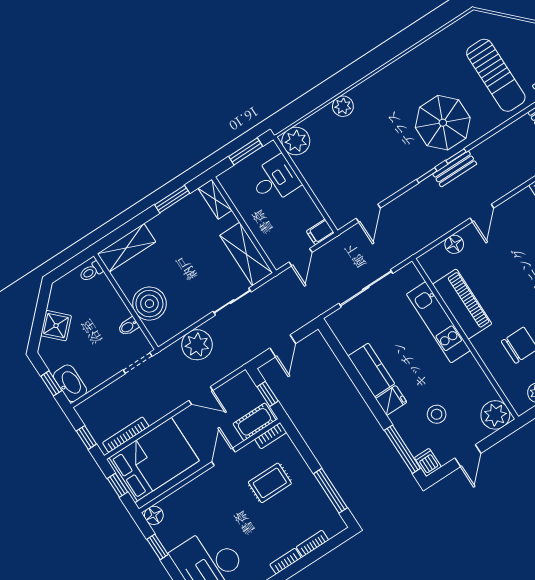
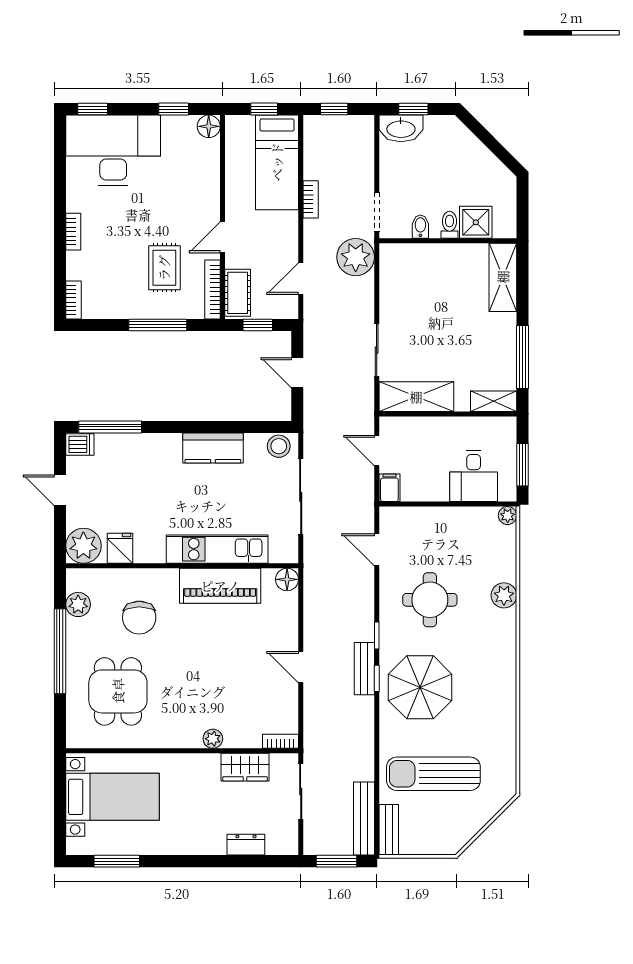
plant: (296, 141) -> (508, 516), width x0.53, depth x0.53
round table: (379, 155) -> (430, 600), added
window: (172, 199) -> (523, 357), width x1.44
floor lamp: (454, 244) -> (287, 579), moved
toilet: (91, 272) -> (449, 225), moved
boiler: (149, 304) -> (430, 264), removed
shower: (56, 326) -> (476, 222), moved, turned 45
plant: (197, 345) -> (356, 257), moved
door: (201, 396) -> (301, 279), moved
fridge: (391, 400) -> (120, 548), moved, turned 180
stool: (437, 414) -> (279, 446), moved
bookcase: (126, 435) -> (311, 199), moved, width x0.64
bookcase: (271, 436) -> (213, 290), width x1.56
door: (223, 457) -> (222, 237), swing flipped
bed: (153, 460) -> (277, 162), width x0.67
window: (330, 491) -> (158, 325), moved
bookcase: (312, 543) -> (73, 300), moved

